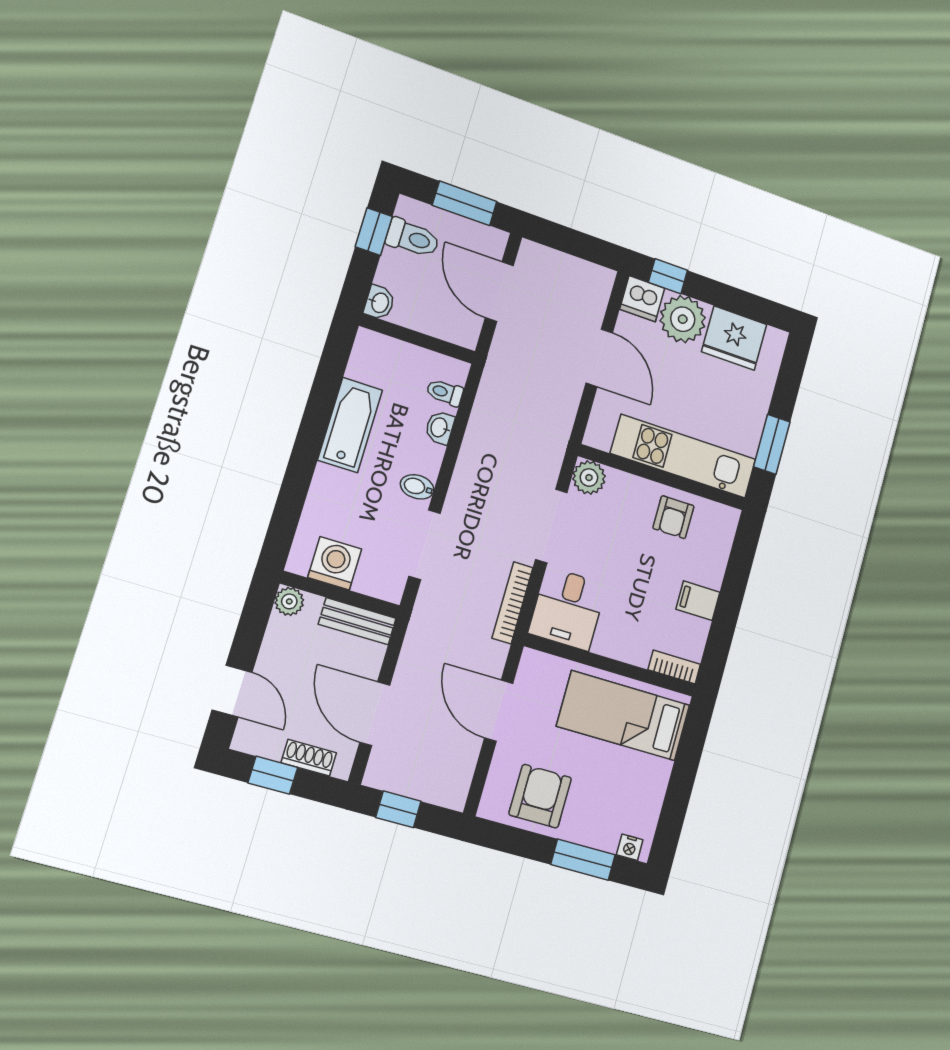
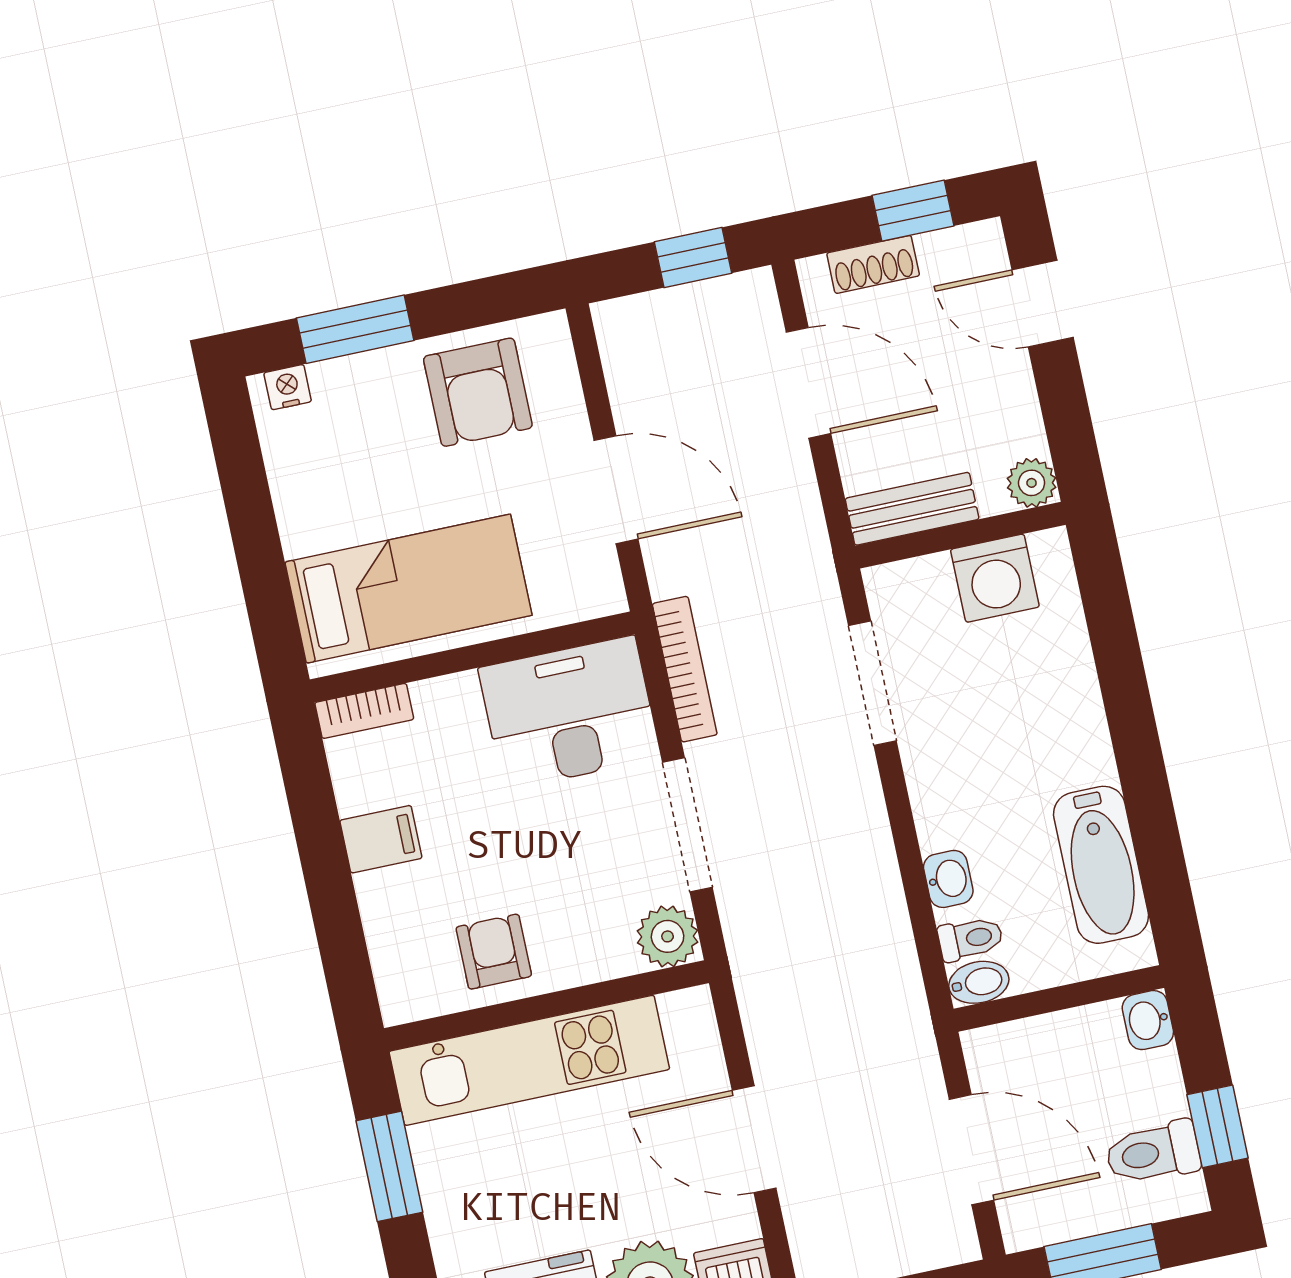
bathtub: (350, 425) -> (1101, 865), moved
bidet: (417, 487) -> (979, 982), moved
desk: (568, 609) -> (569, 713), width x1.37

